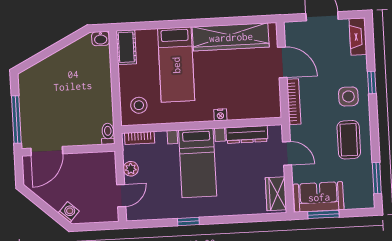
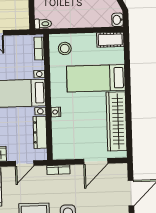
bookcase: (294, 102) -> (58, 170), width x0.64
plant: (131, 169) -> (15, 41), removed

